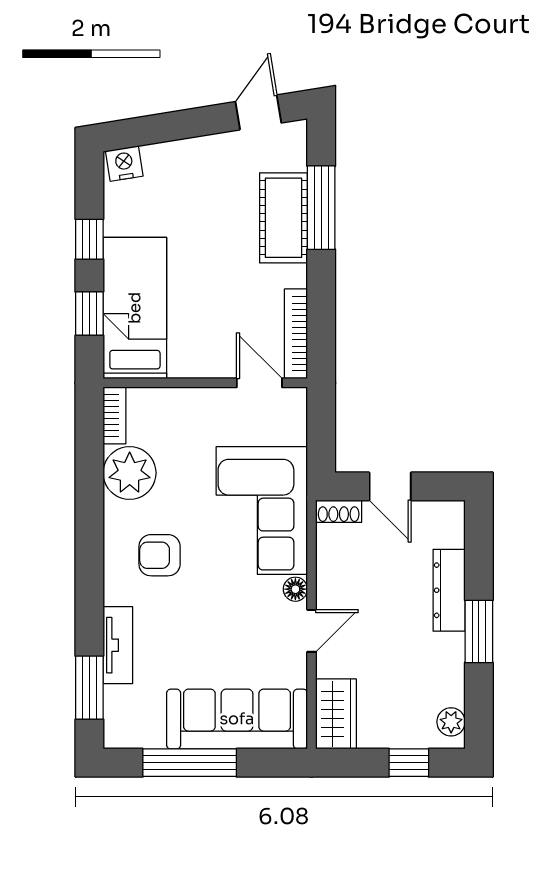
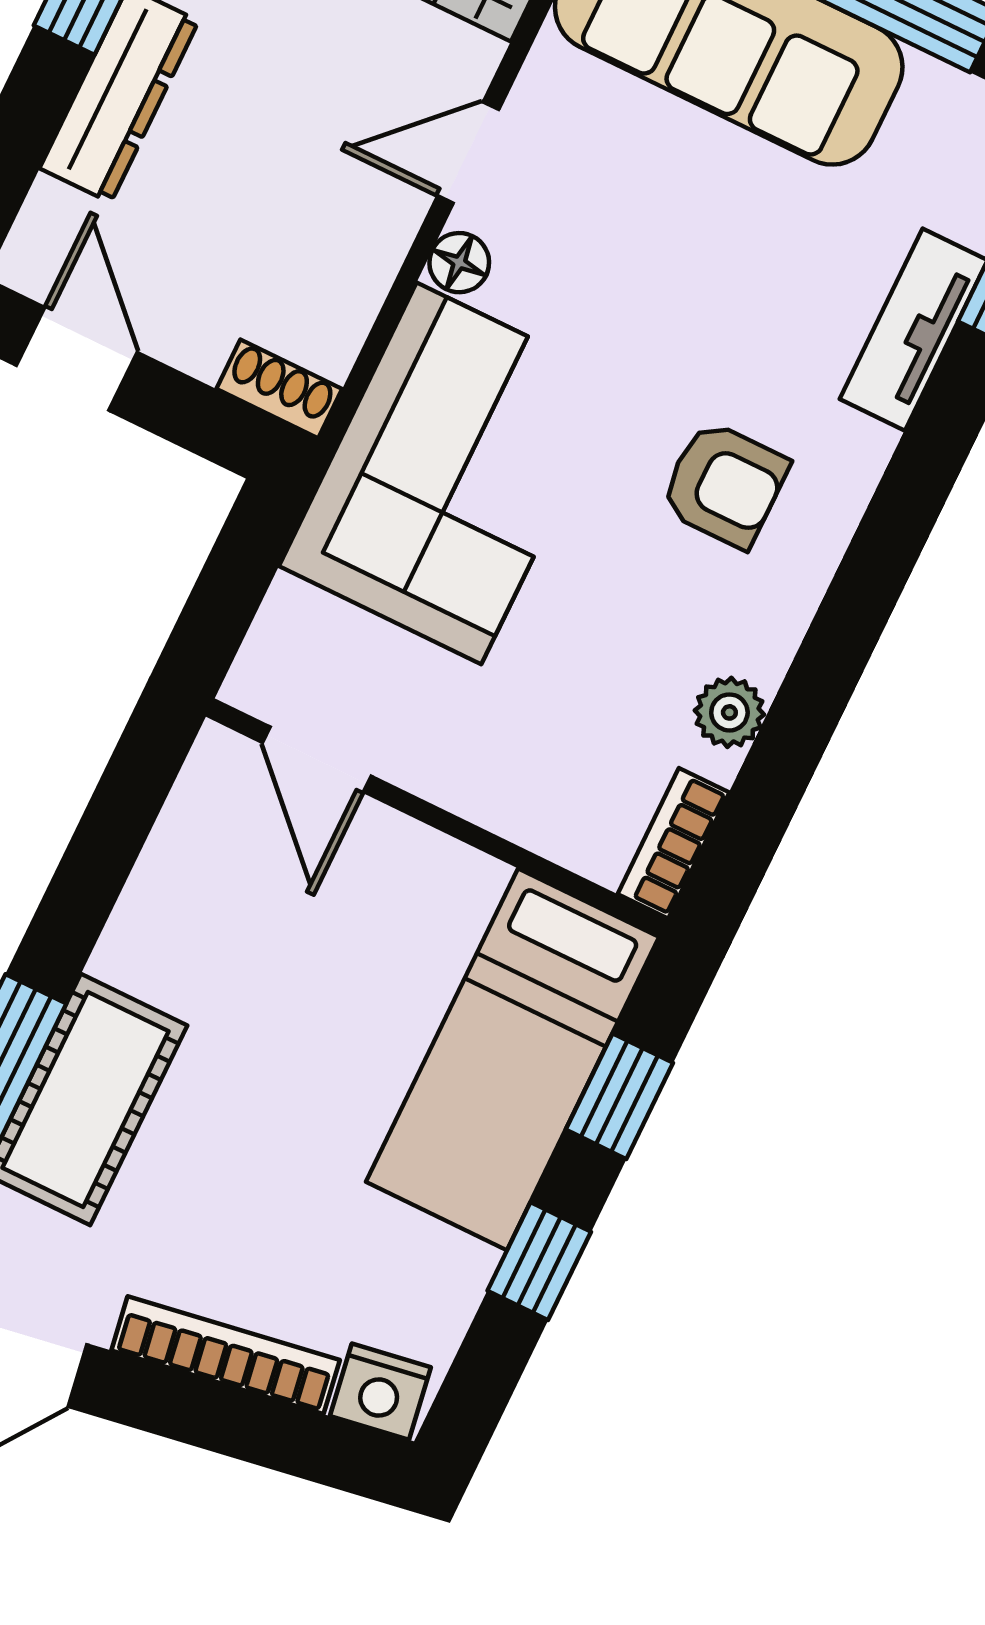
bookcase: (296, 334) -> (226, 1355), moved, turned -99
plant: (130, 473) -> (729, 712), width x0.53, depth x0.53
door: (390, 486) -> (77, 359), moved

